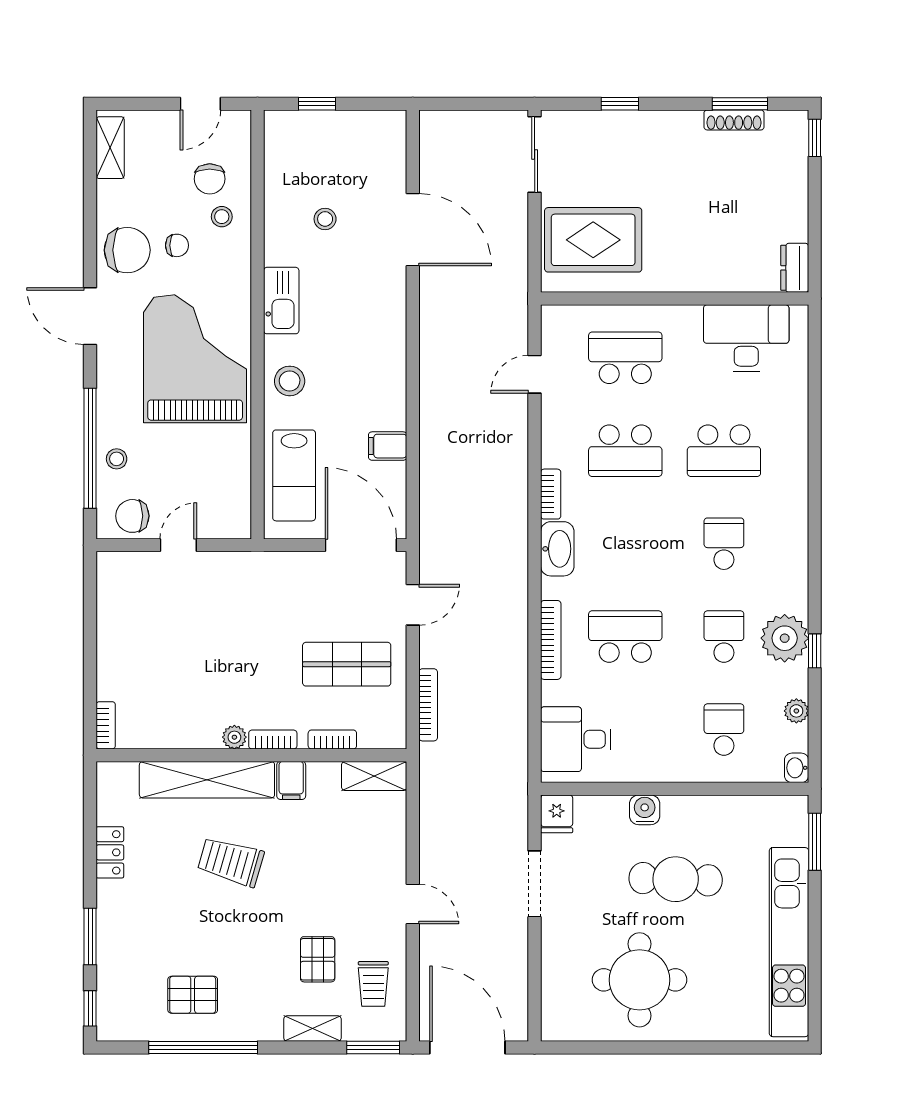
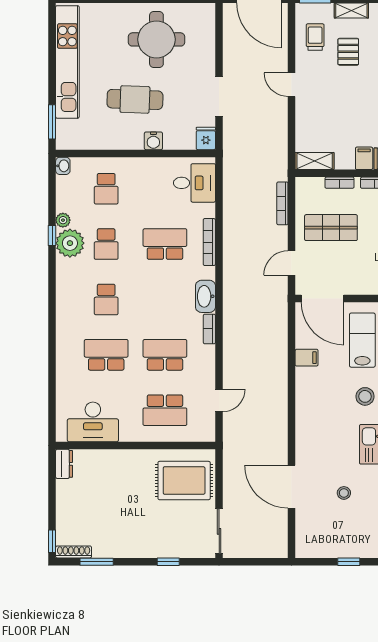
shoe rack: (734, 120) -> (74, 552), moved
school desk: (625, 637) -> (165, 244), turned 180
plant: (796, 711) -> (63, 220), moved

